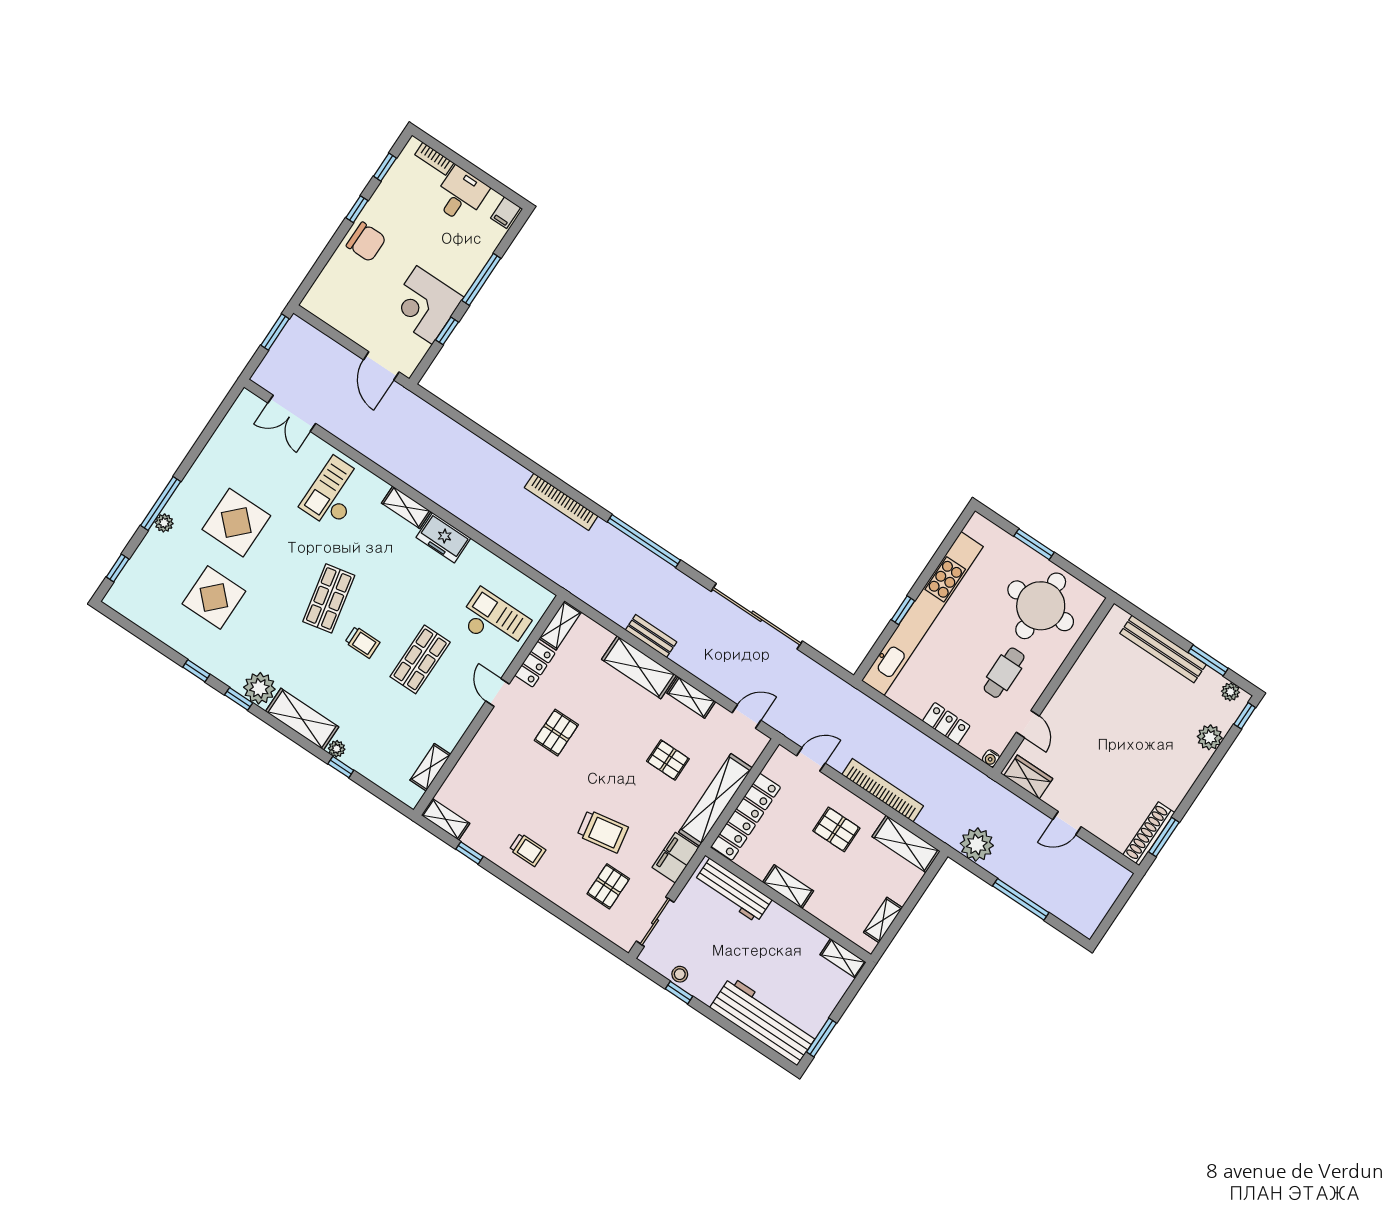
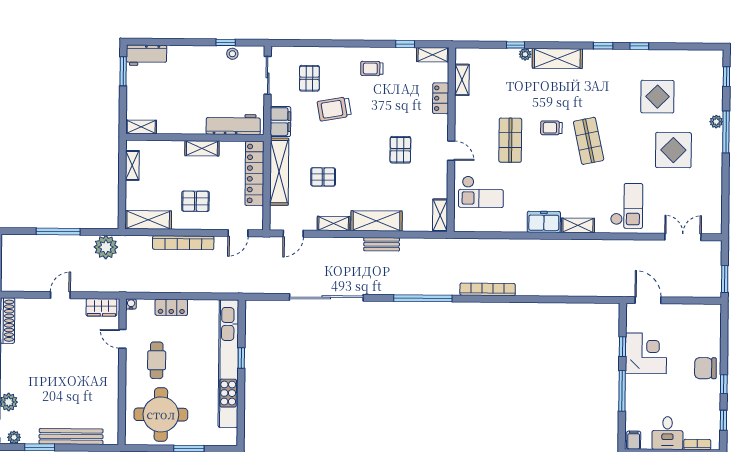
locker: (535, 664) -> (441, 98), moved
plant: (259, 688) -> (595, 60), removed
workbench: (764, 1021) -> (147, 55), width x0.53, depth x0.76

